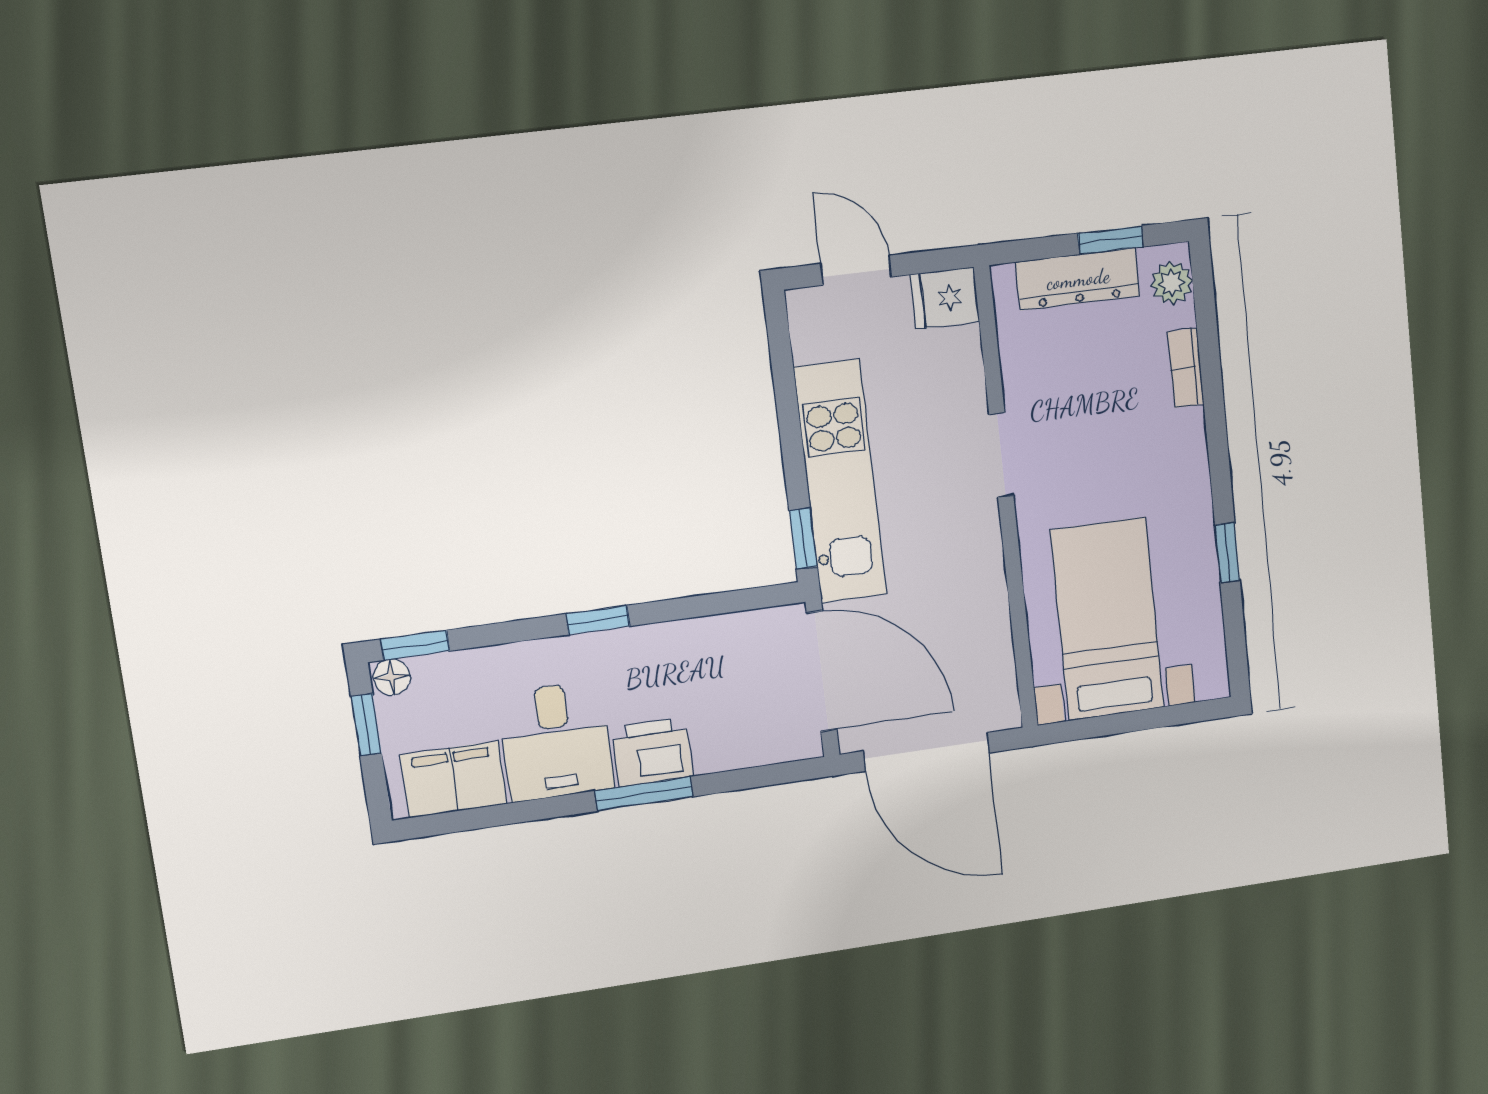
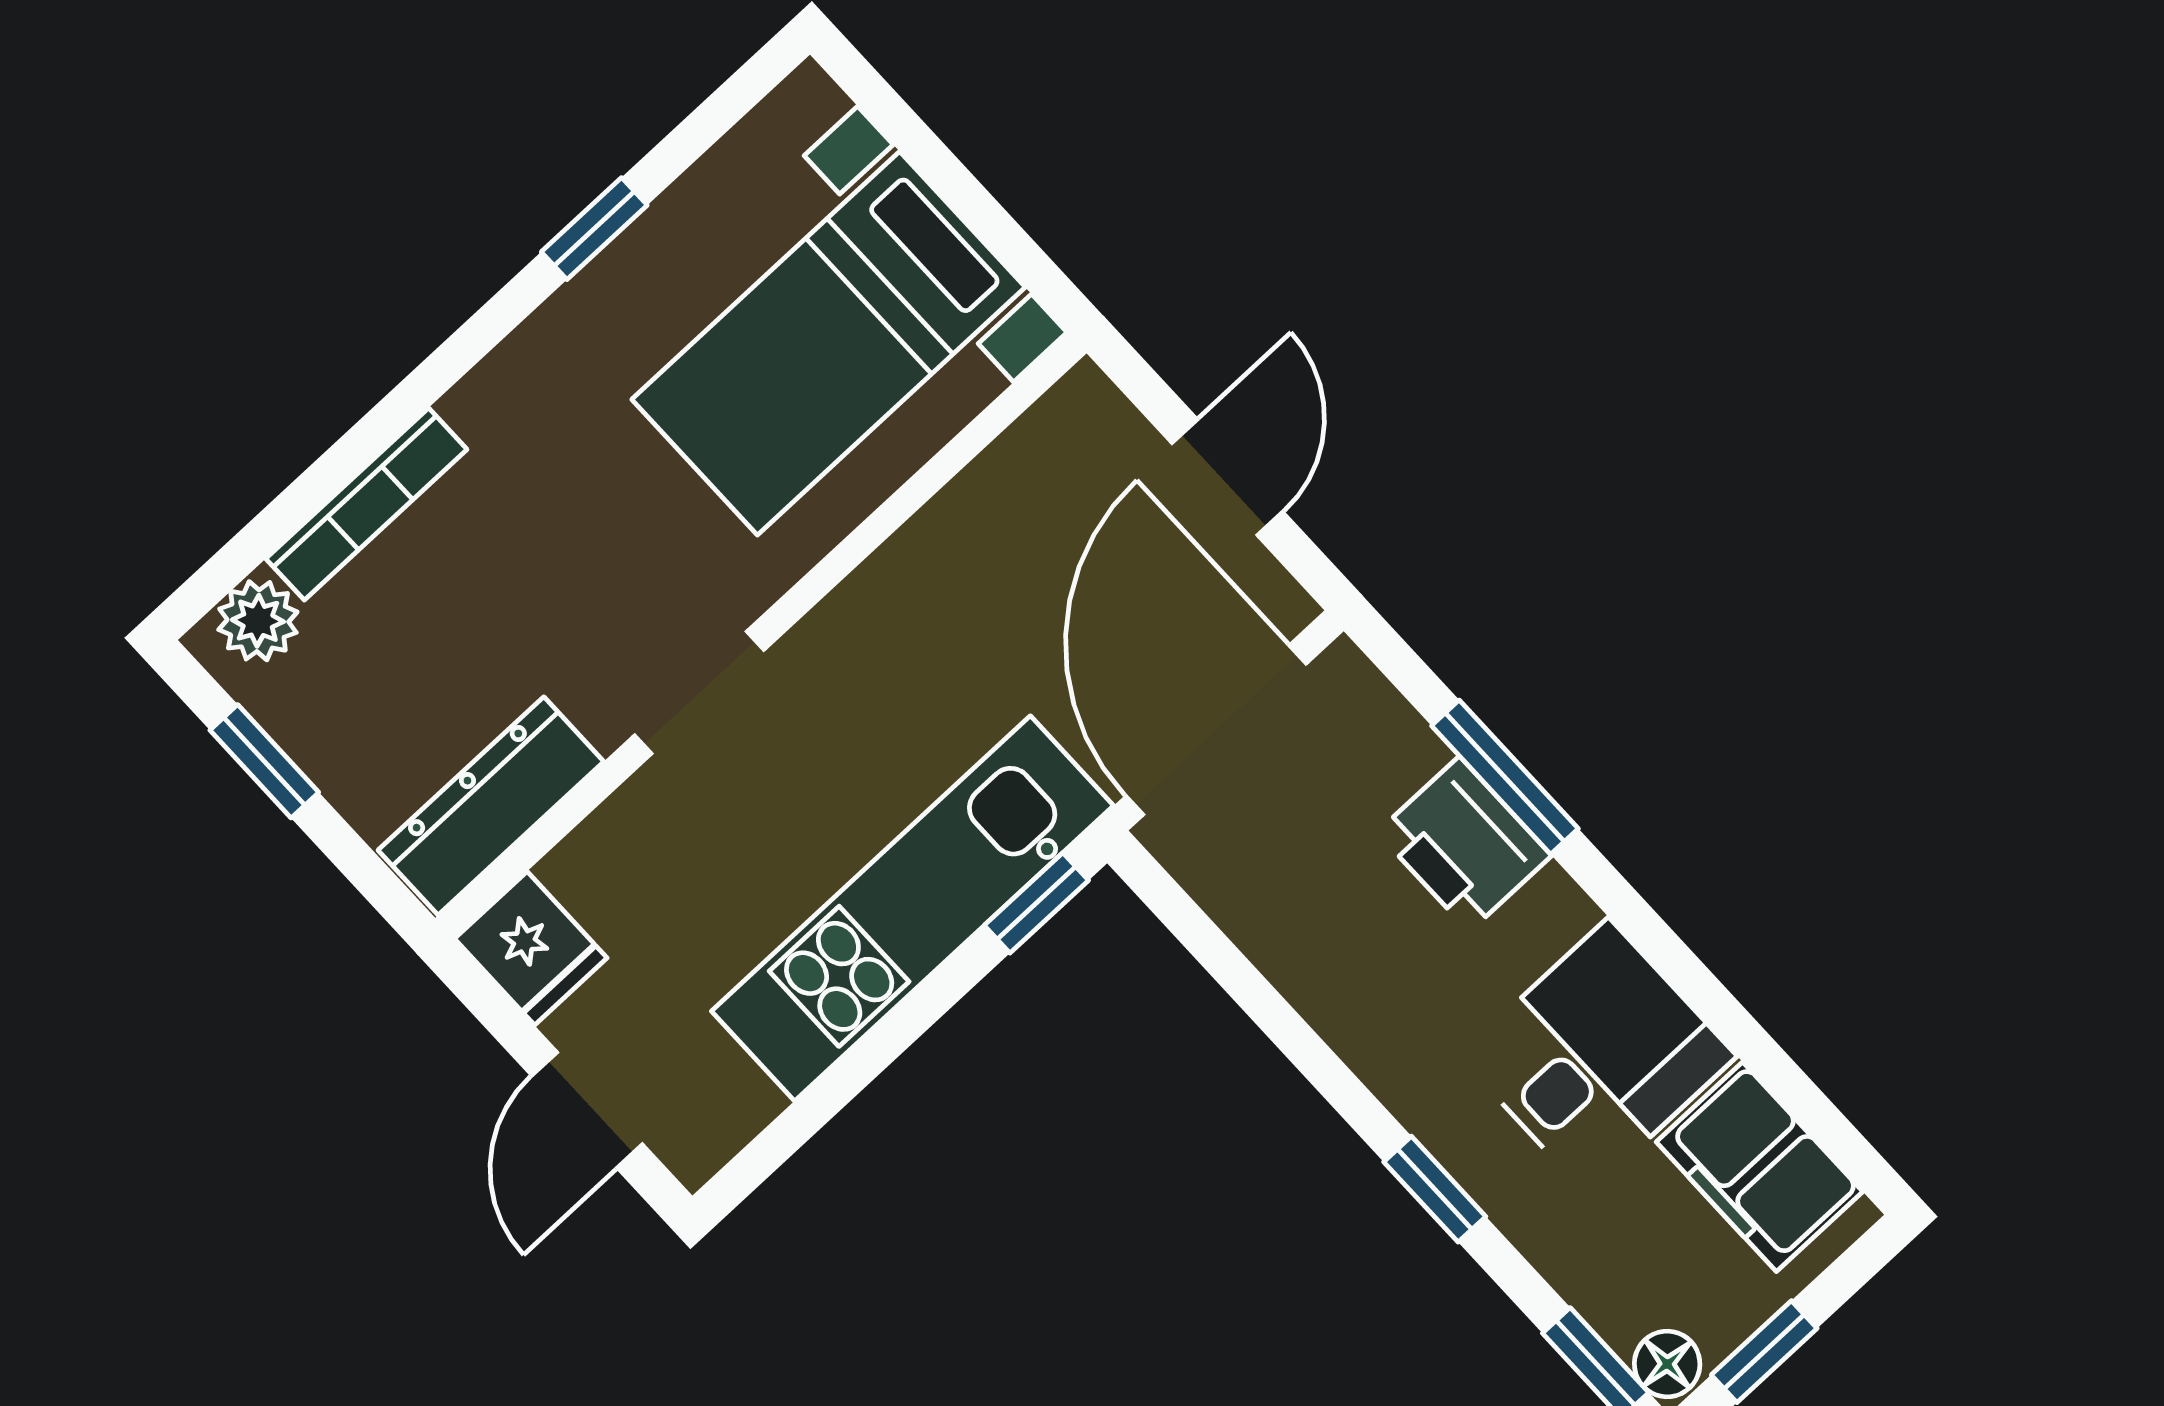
dresser: (1078, 279) -> (491, 806), moved, turned -90
bookcase: (1186, 368) -> (366, 504), width x1.56
window: (598, 620) -> (1435, 1189), moved
printer: (652, 752) -> (1464, 844), moved
door: (927, 752) -> (1227, 477), width x0.53
window: (644, 794) -> (1505, 777), moved

